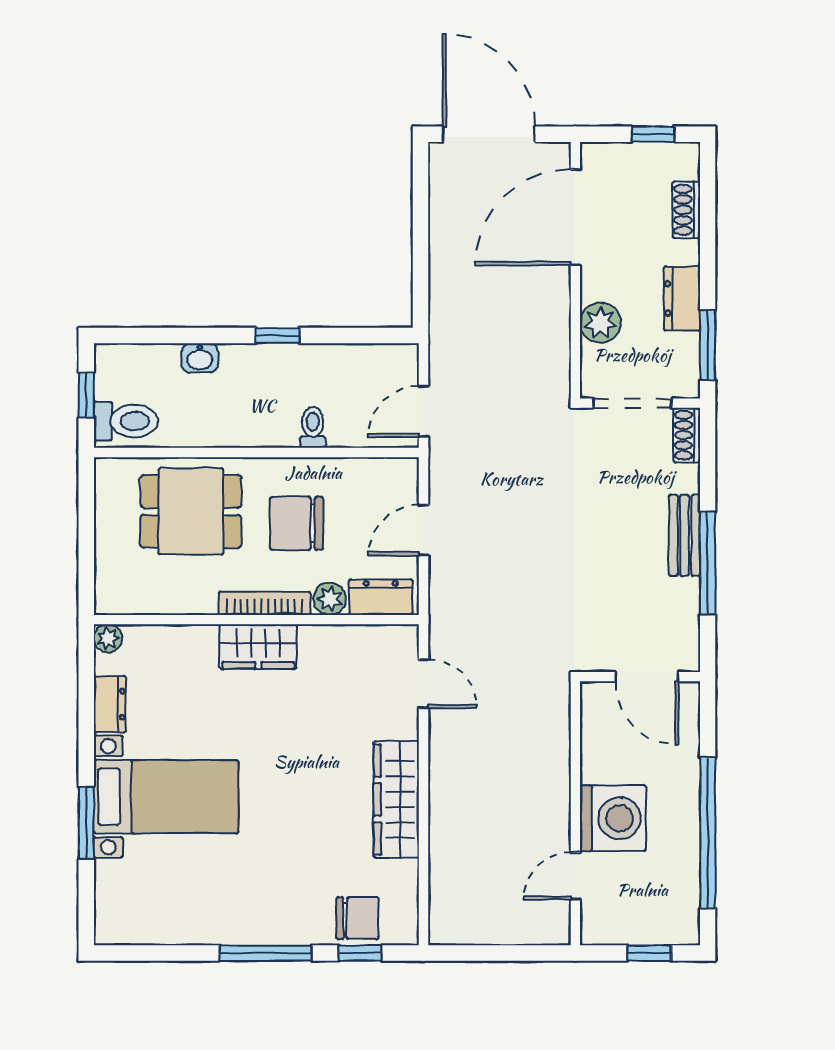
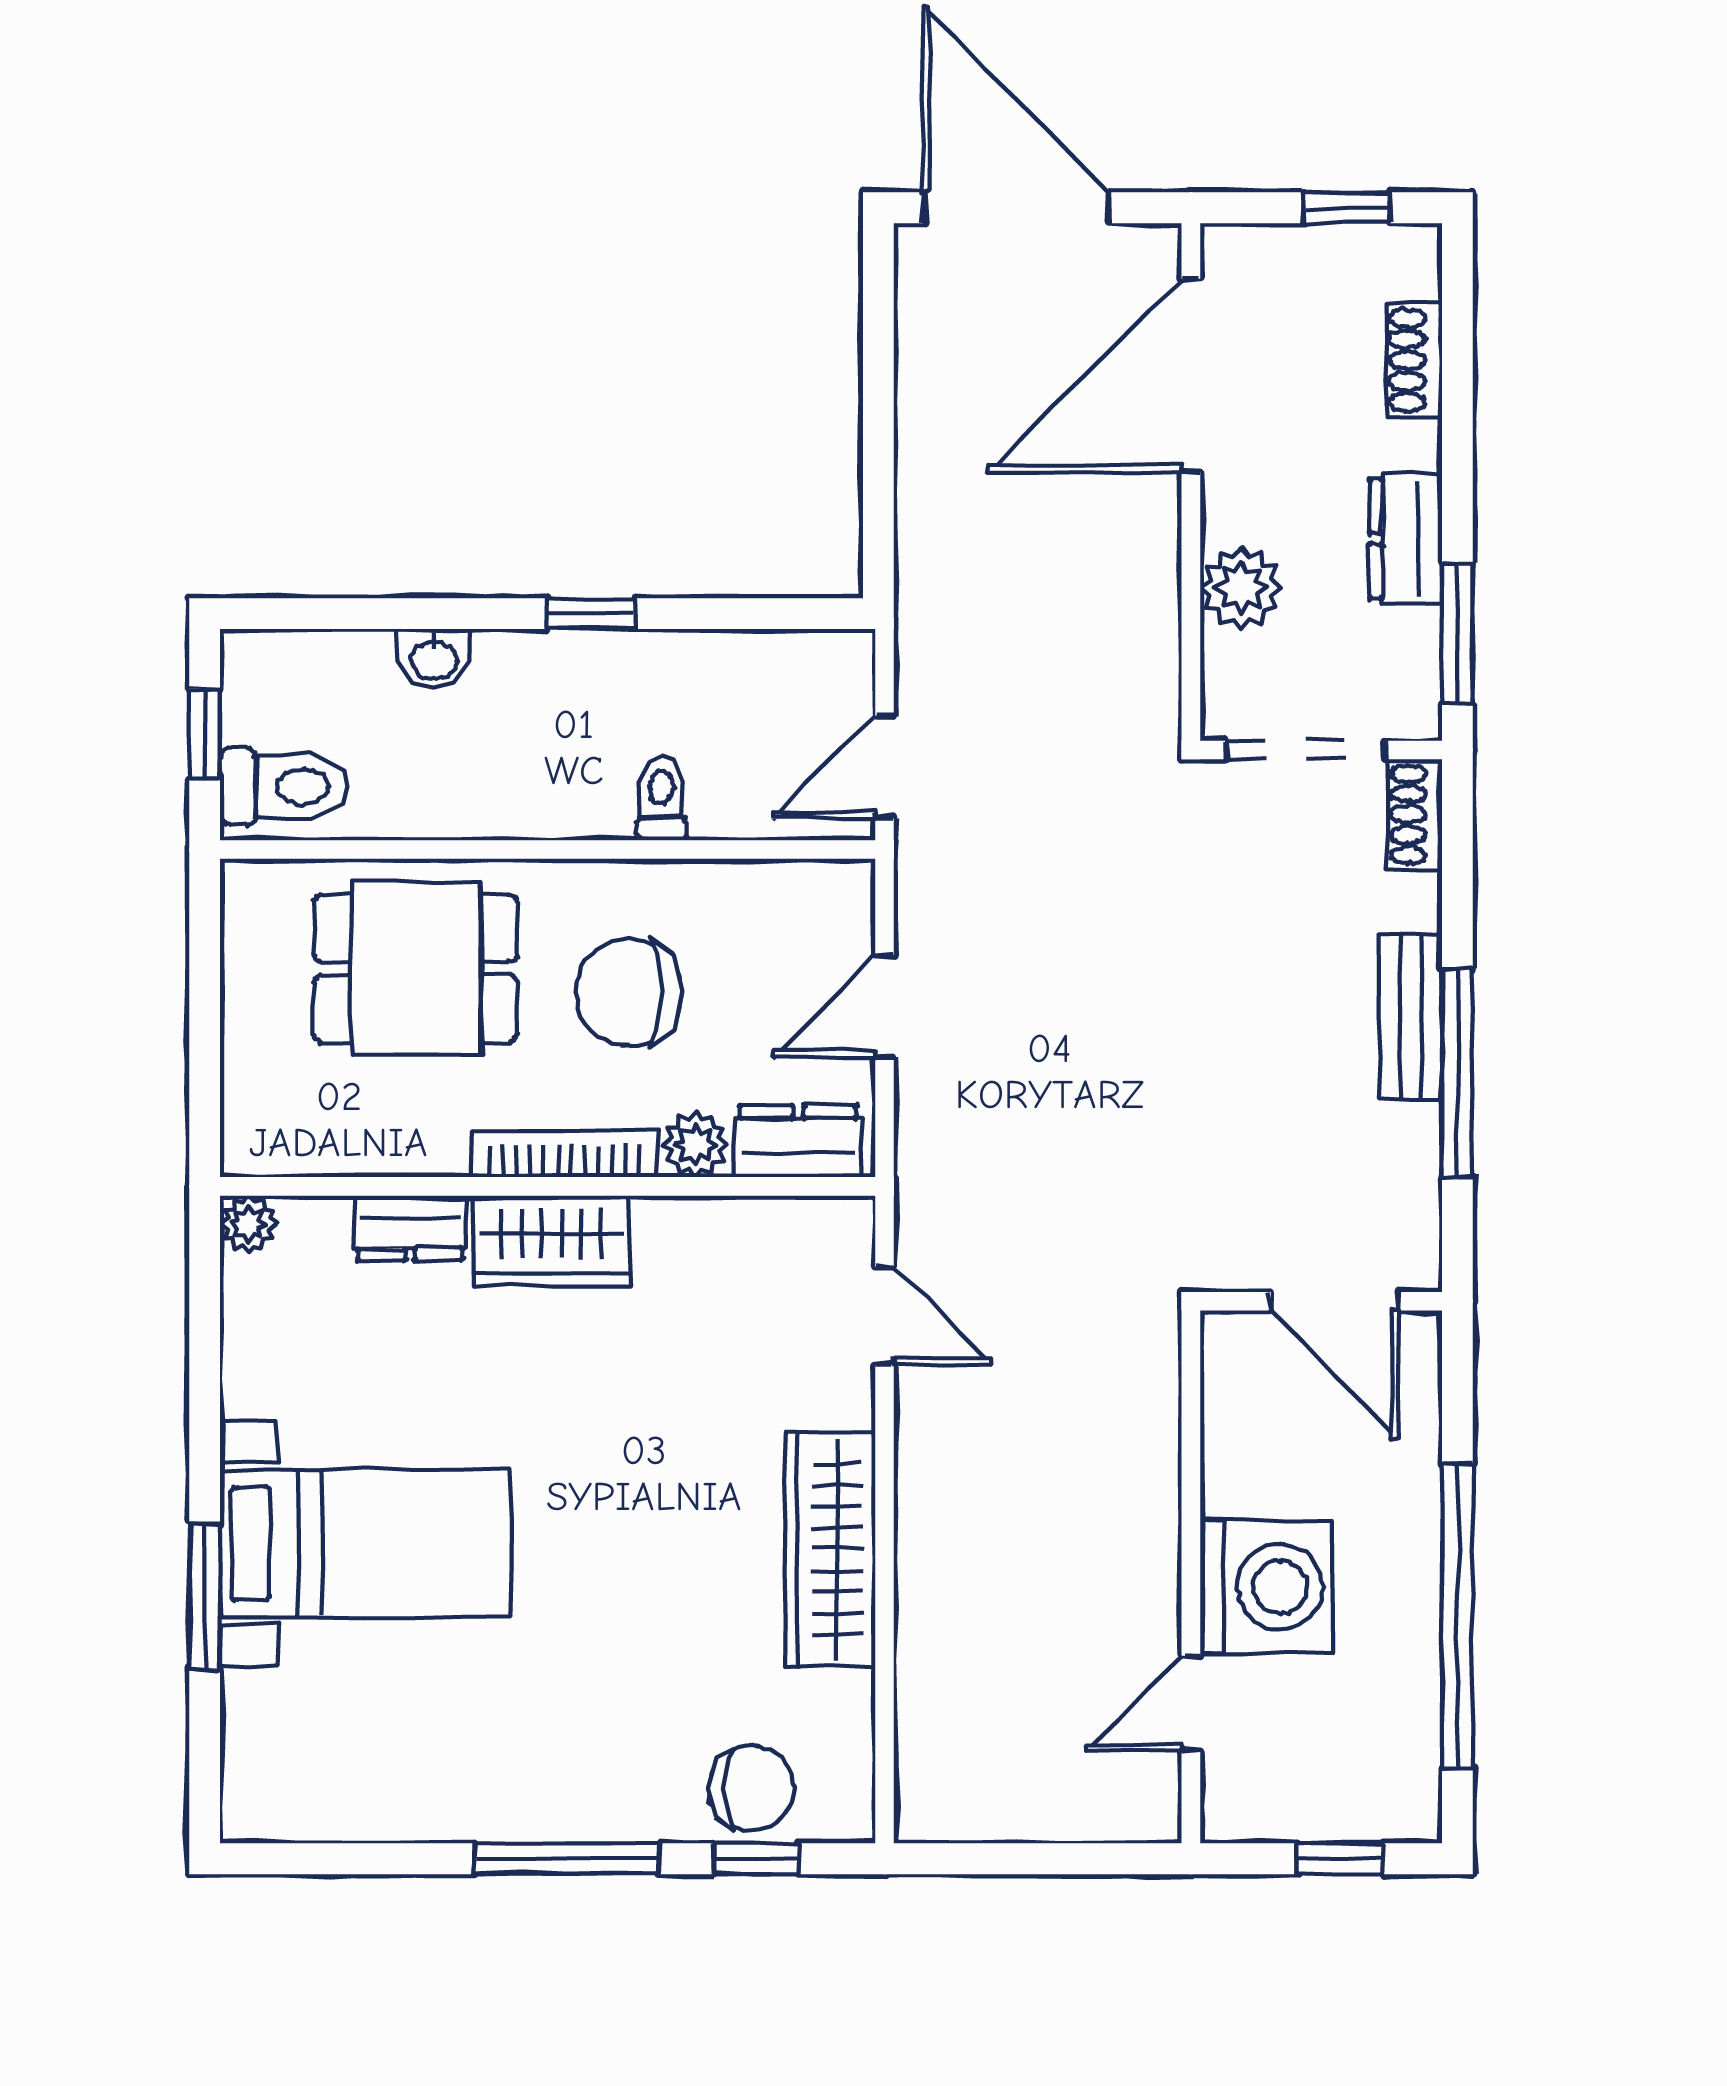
dresser: (110, 704) -> (410, 1228), moved, turned 90

